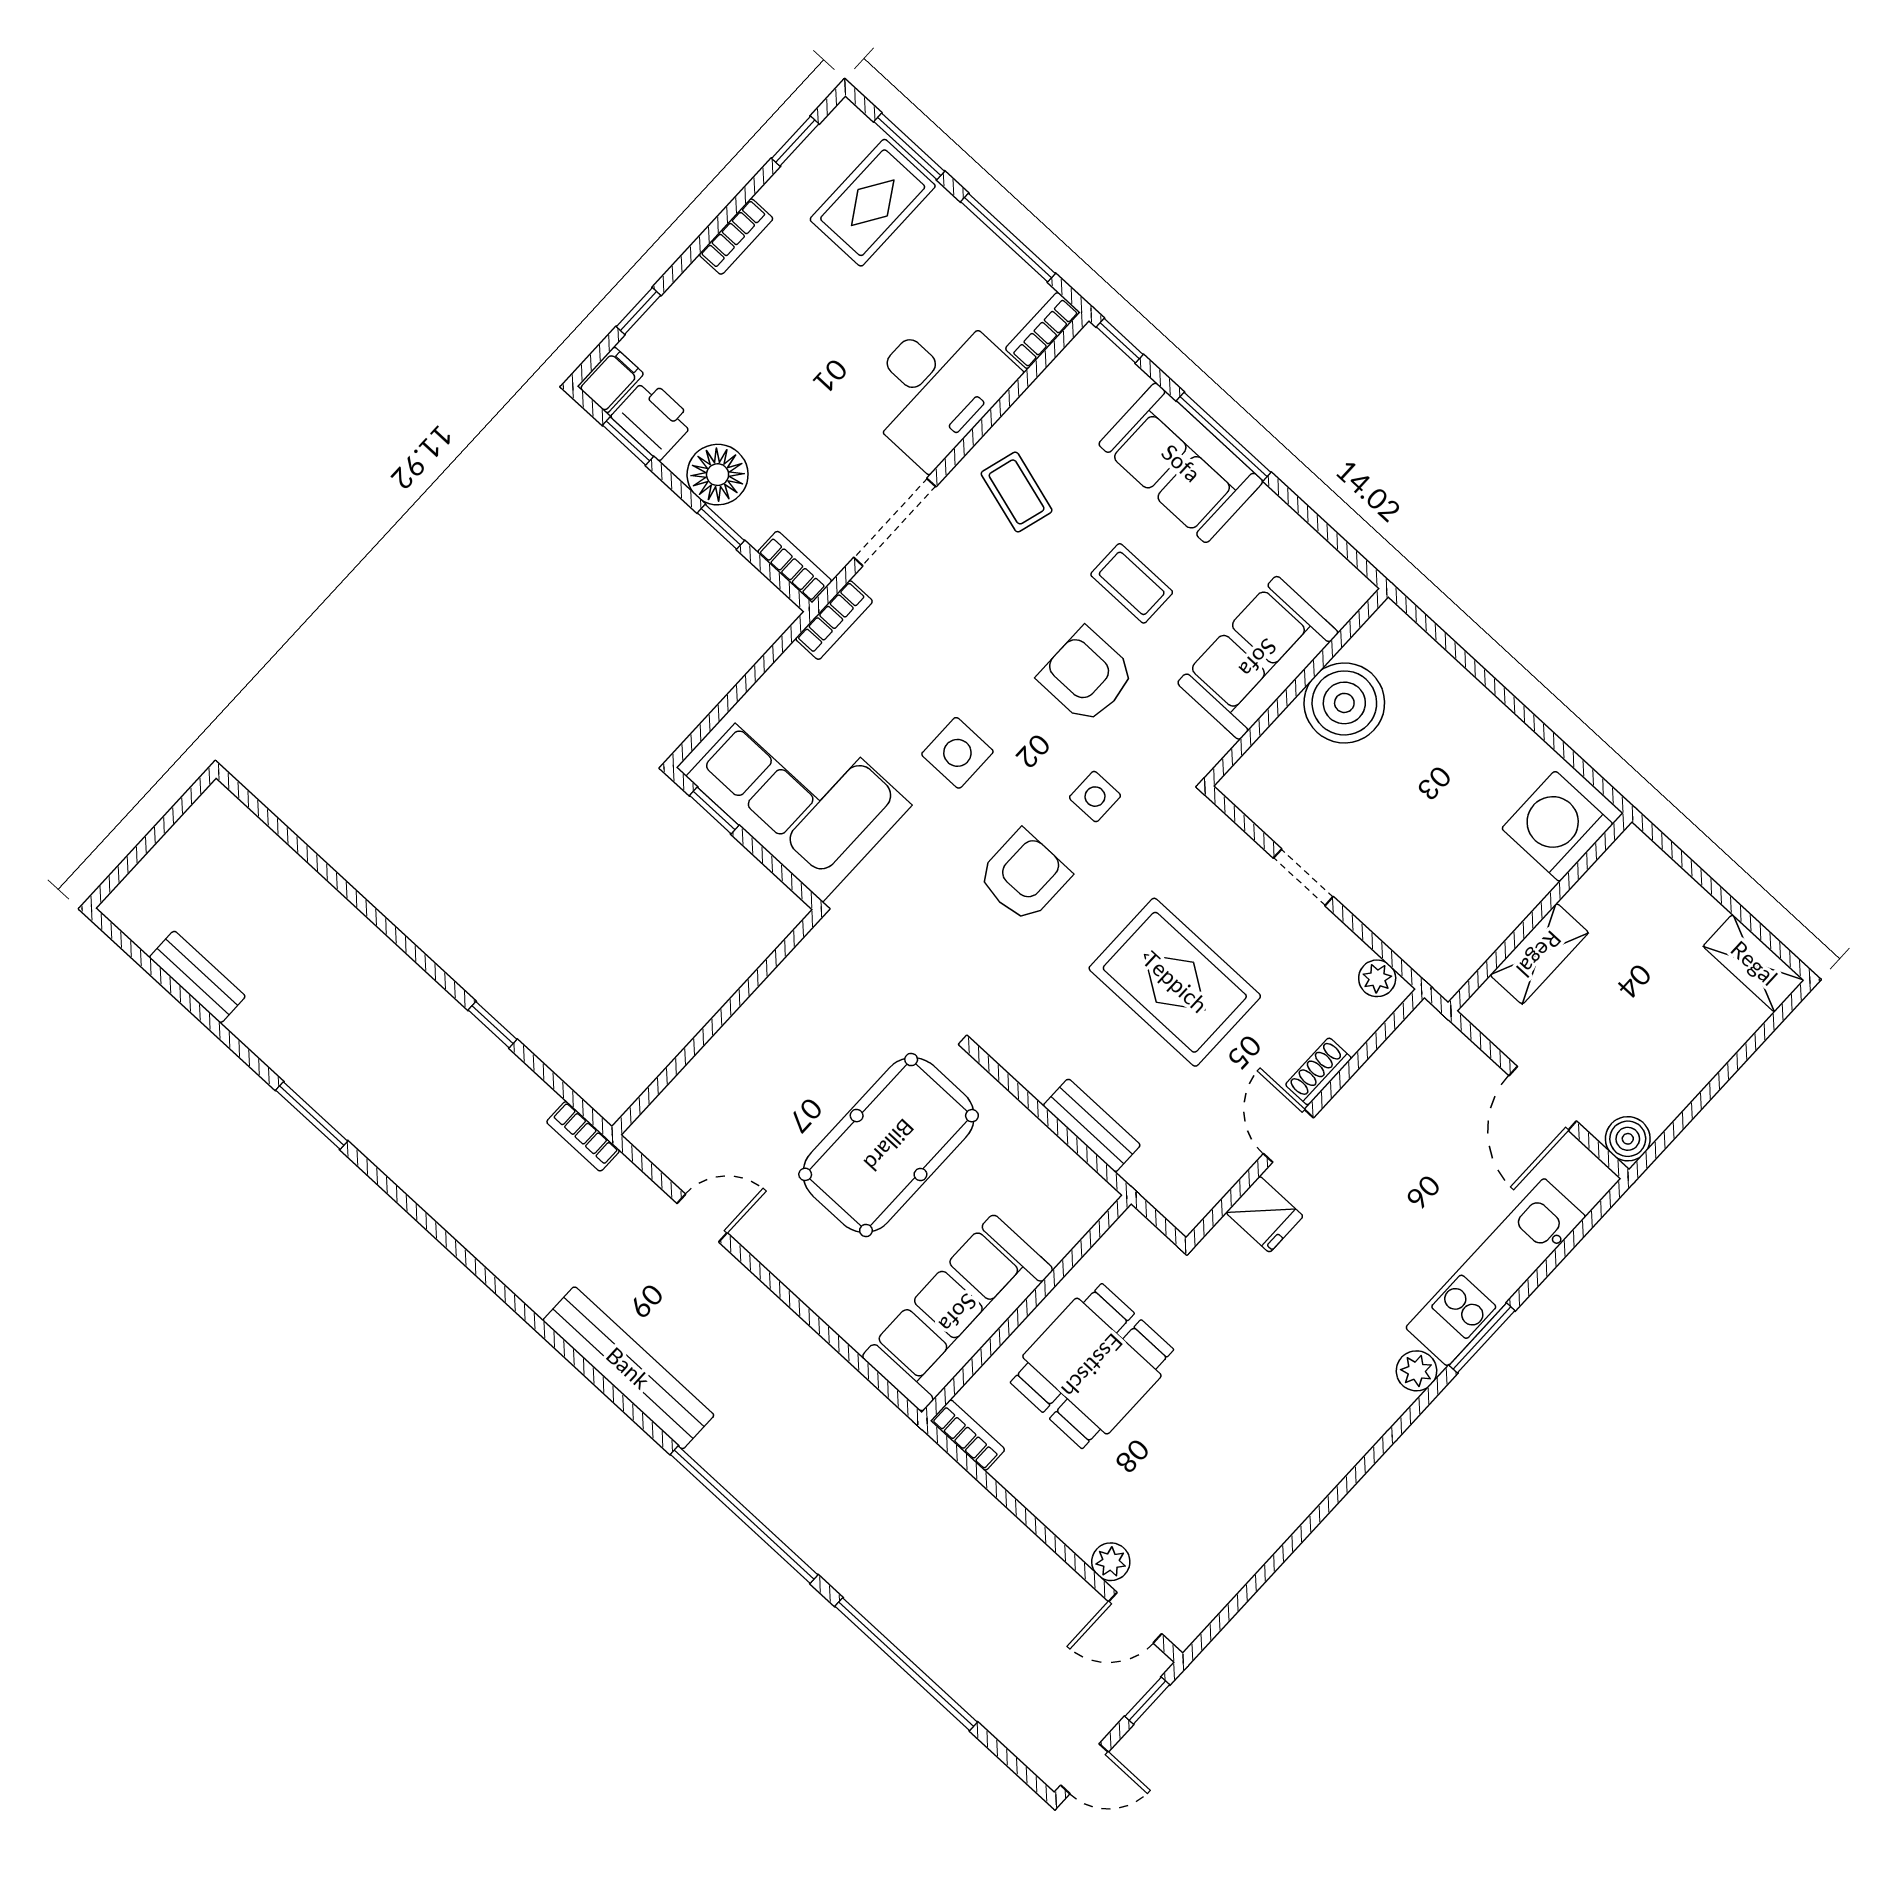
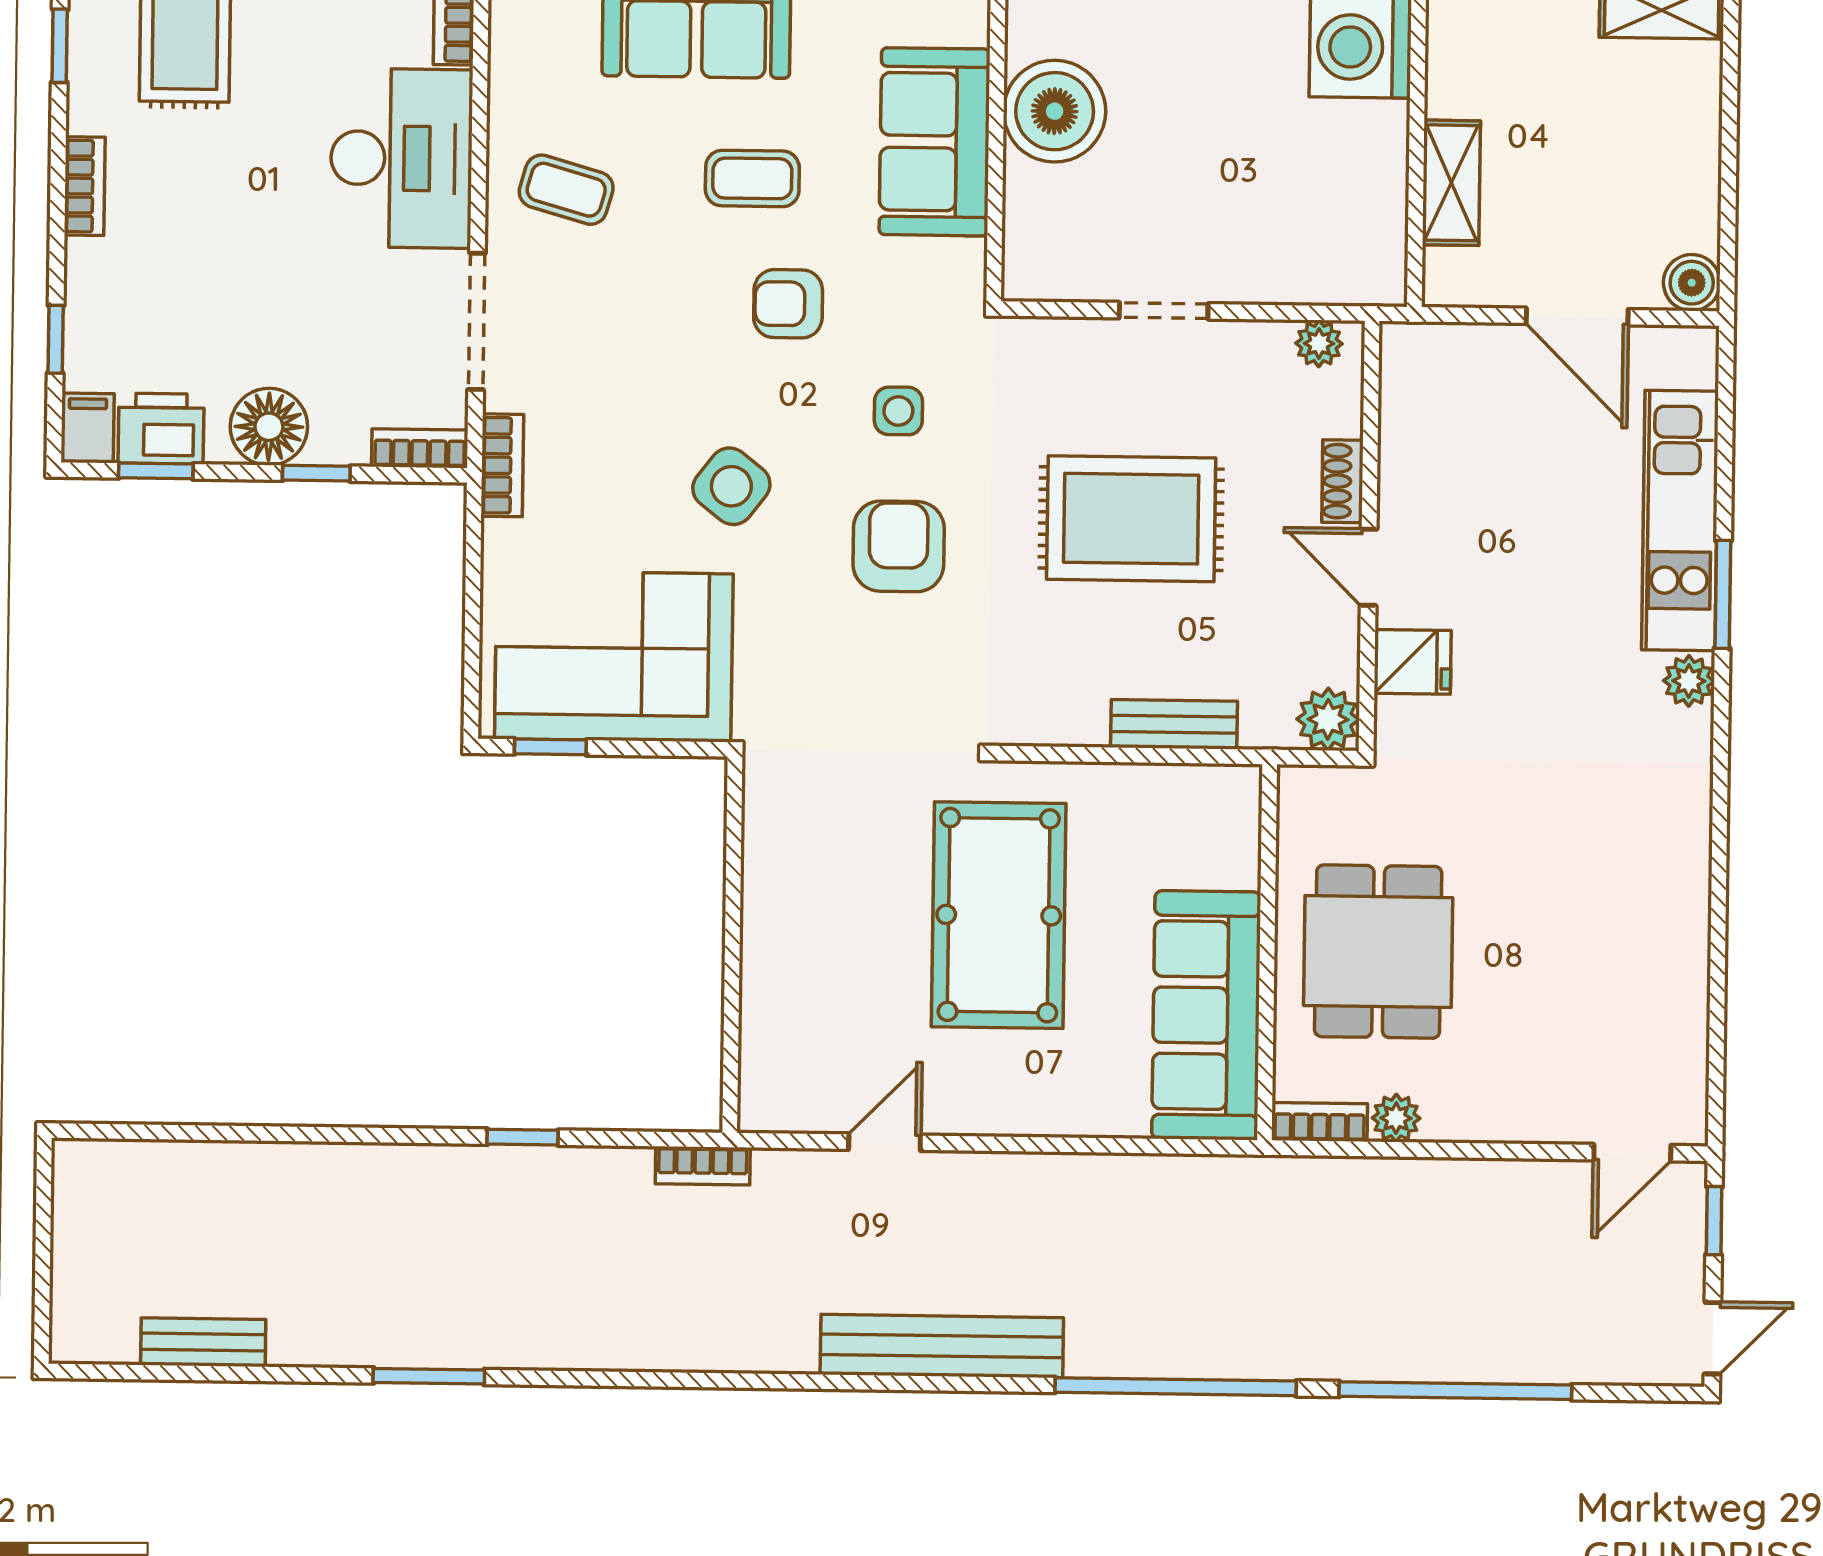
armchair: (1087, 676) -> (788, 304), width x0.72, depth x0.72
side table: (957, 753) -> (731, 486), turned 38
plant: (1185, 1203) -> (1328, 719), added
plant: (1111, 1562) -> (1396, 1118), moved

